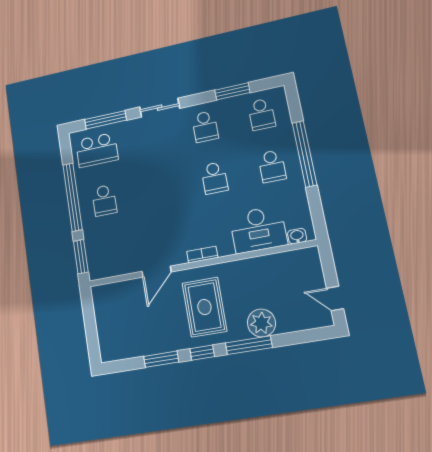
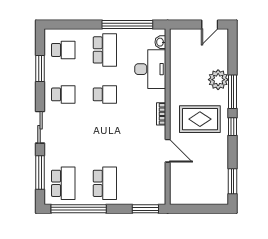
window: (304, 154) -> (127, 25), moved
school desk: (272, 166) -> (105, 50), width x1.85
window: (72, 197) -> (79, 209), moved
school desk: (104, 200) -> (105, 183), width x1.85
window: (161, 359) -> (232, 181), moved

